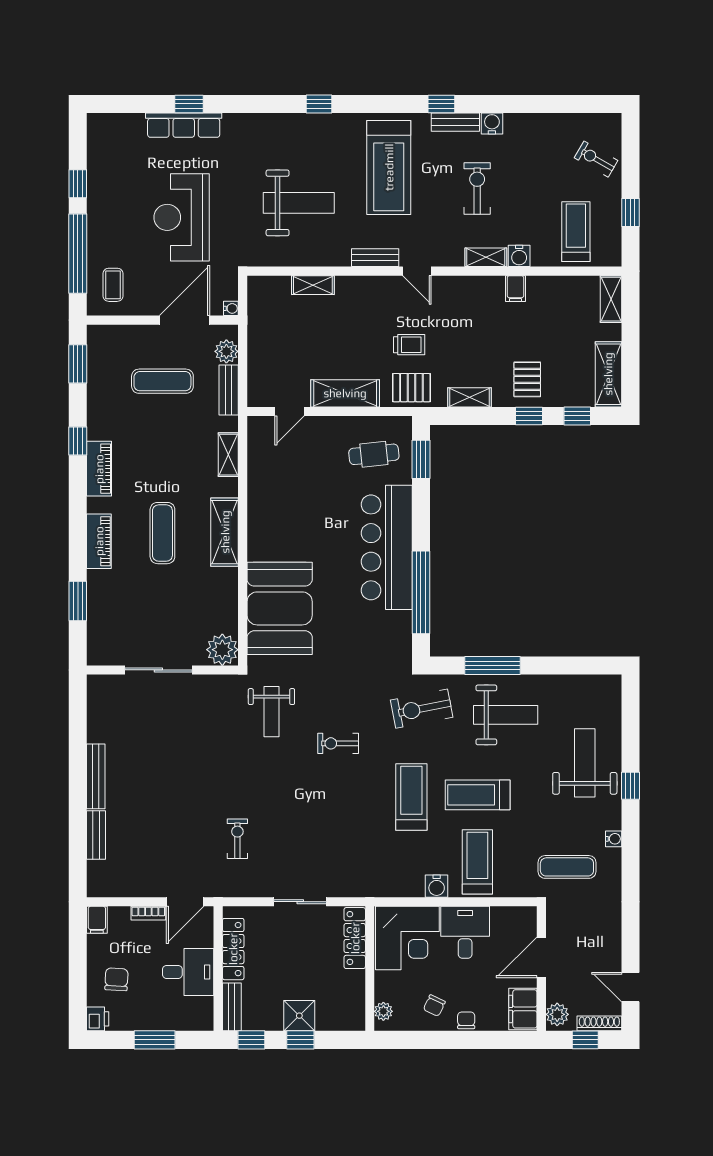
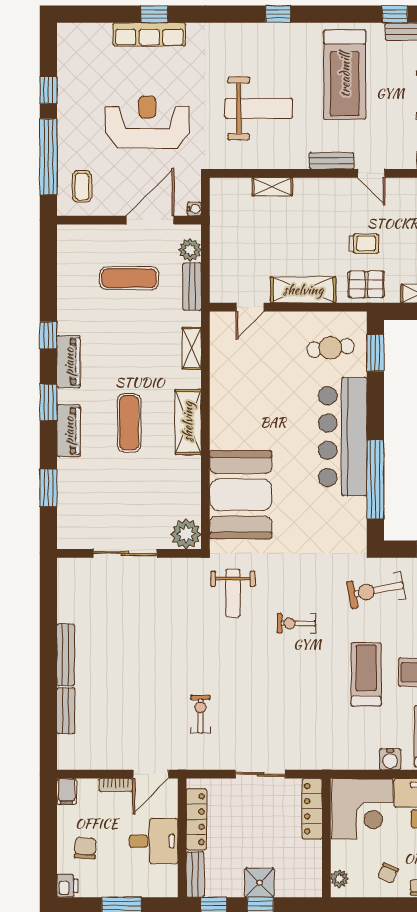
reception desk: (182, 217) -> (147, 122), turned 90
window: (78, 364) -> (48, 403), moved

